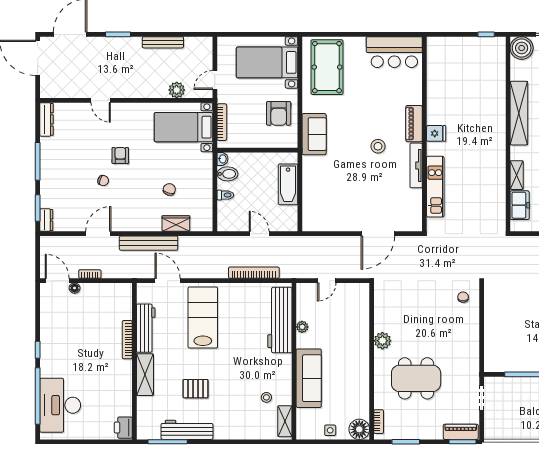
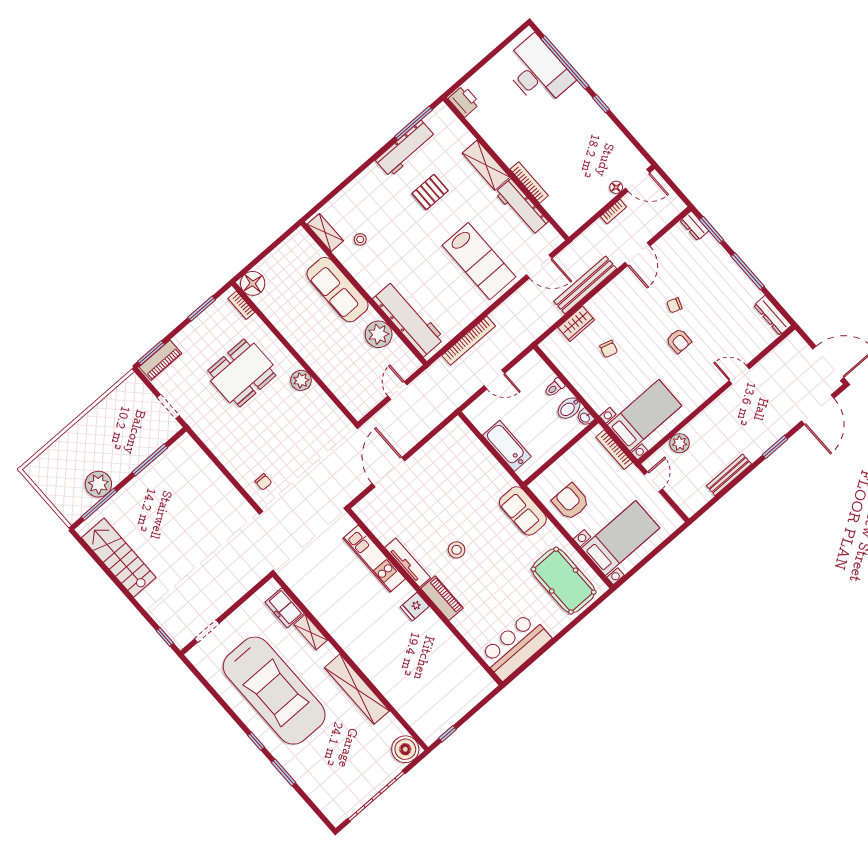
plant: (302, 327) -> (379, 334), width x1.88, depth x1.88
side table: (330, 430) -> (278, 260), removed

